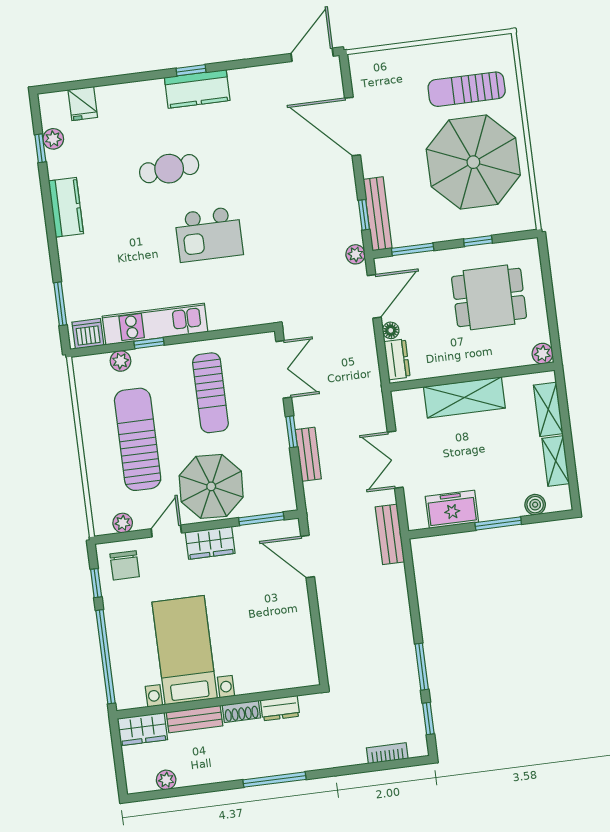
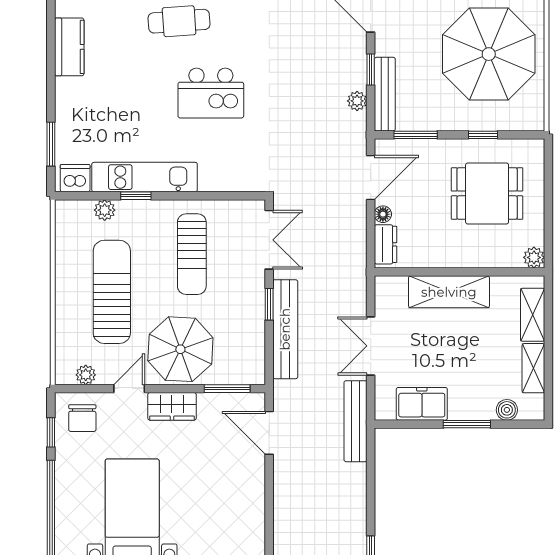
window: (364, 215) -> (371, 70), moved
plant: (355, 254) -> (357, 101), moved
bench: (308, 454) -> (285, 329), width x1.86, depth x1.21
bench: (390, 534) -> (356, 421), width x1.36

